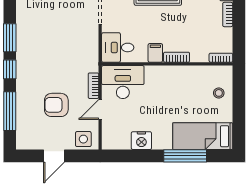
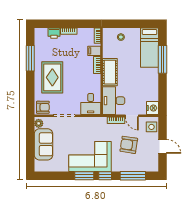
corner sofa: (39, 46) -> (90, 156), added
filing cabinet: (155, 53) -> (94, 51), moved
cot: (166, 76) -> (110, 72), added
armchair: (56, 105) -> (129, 145), turned 99
nightstand: (141, 141) -> (152, 108), moved

